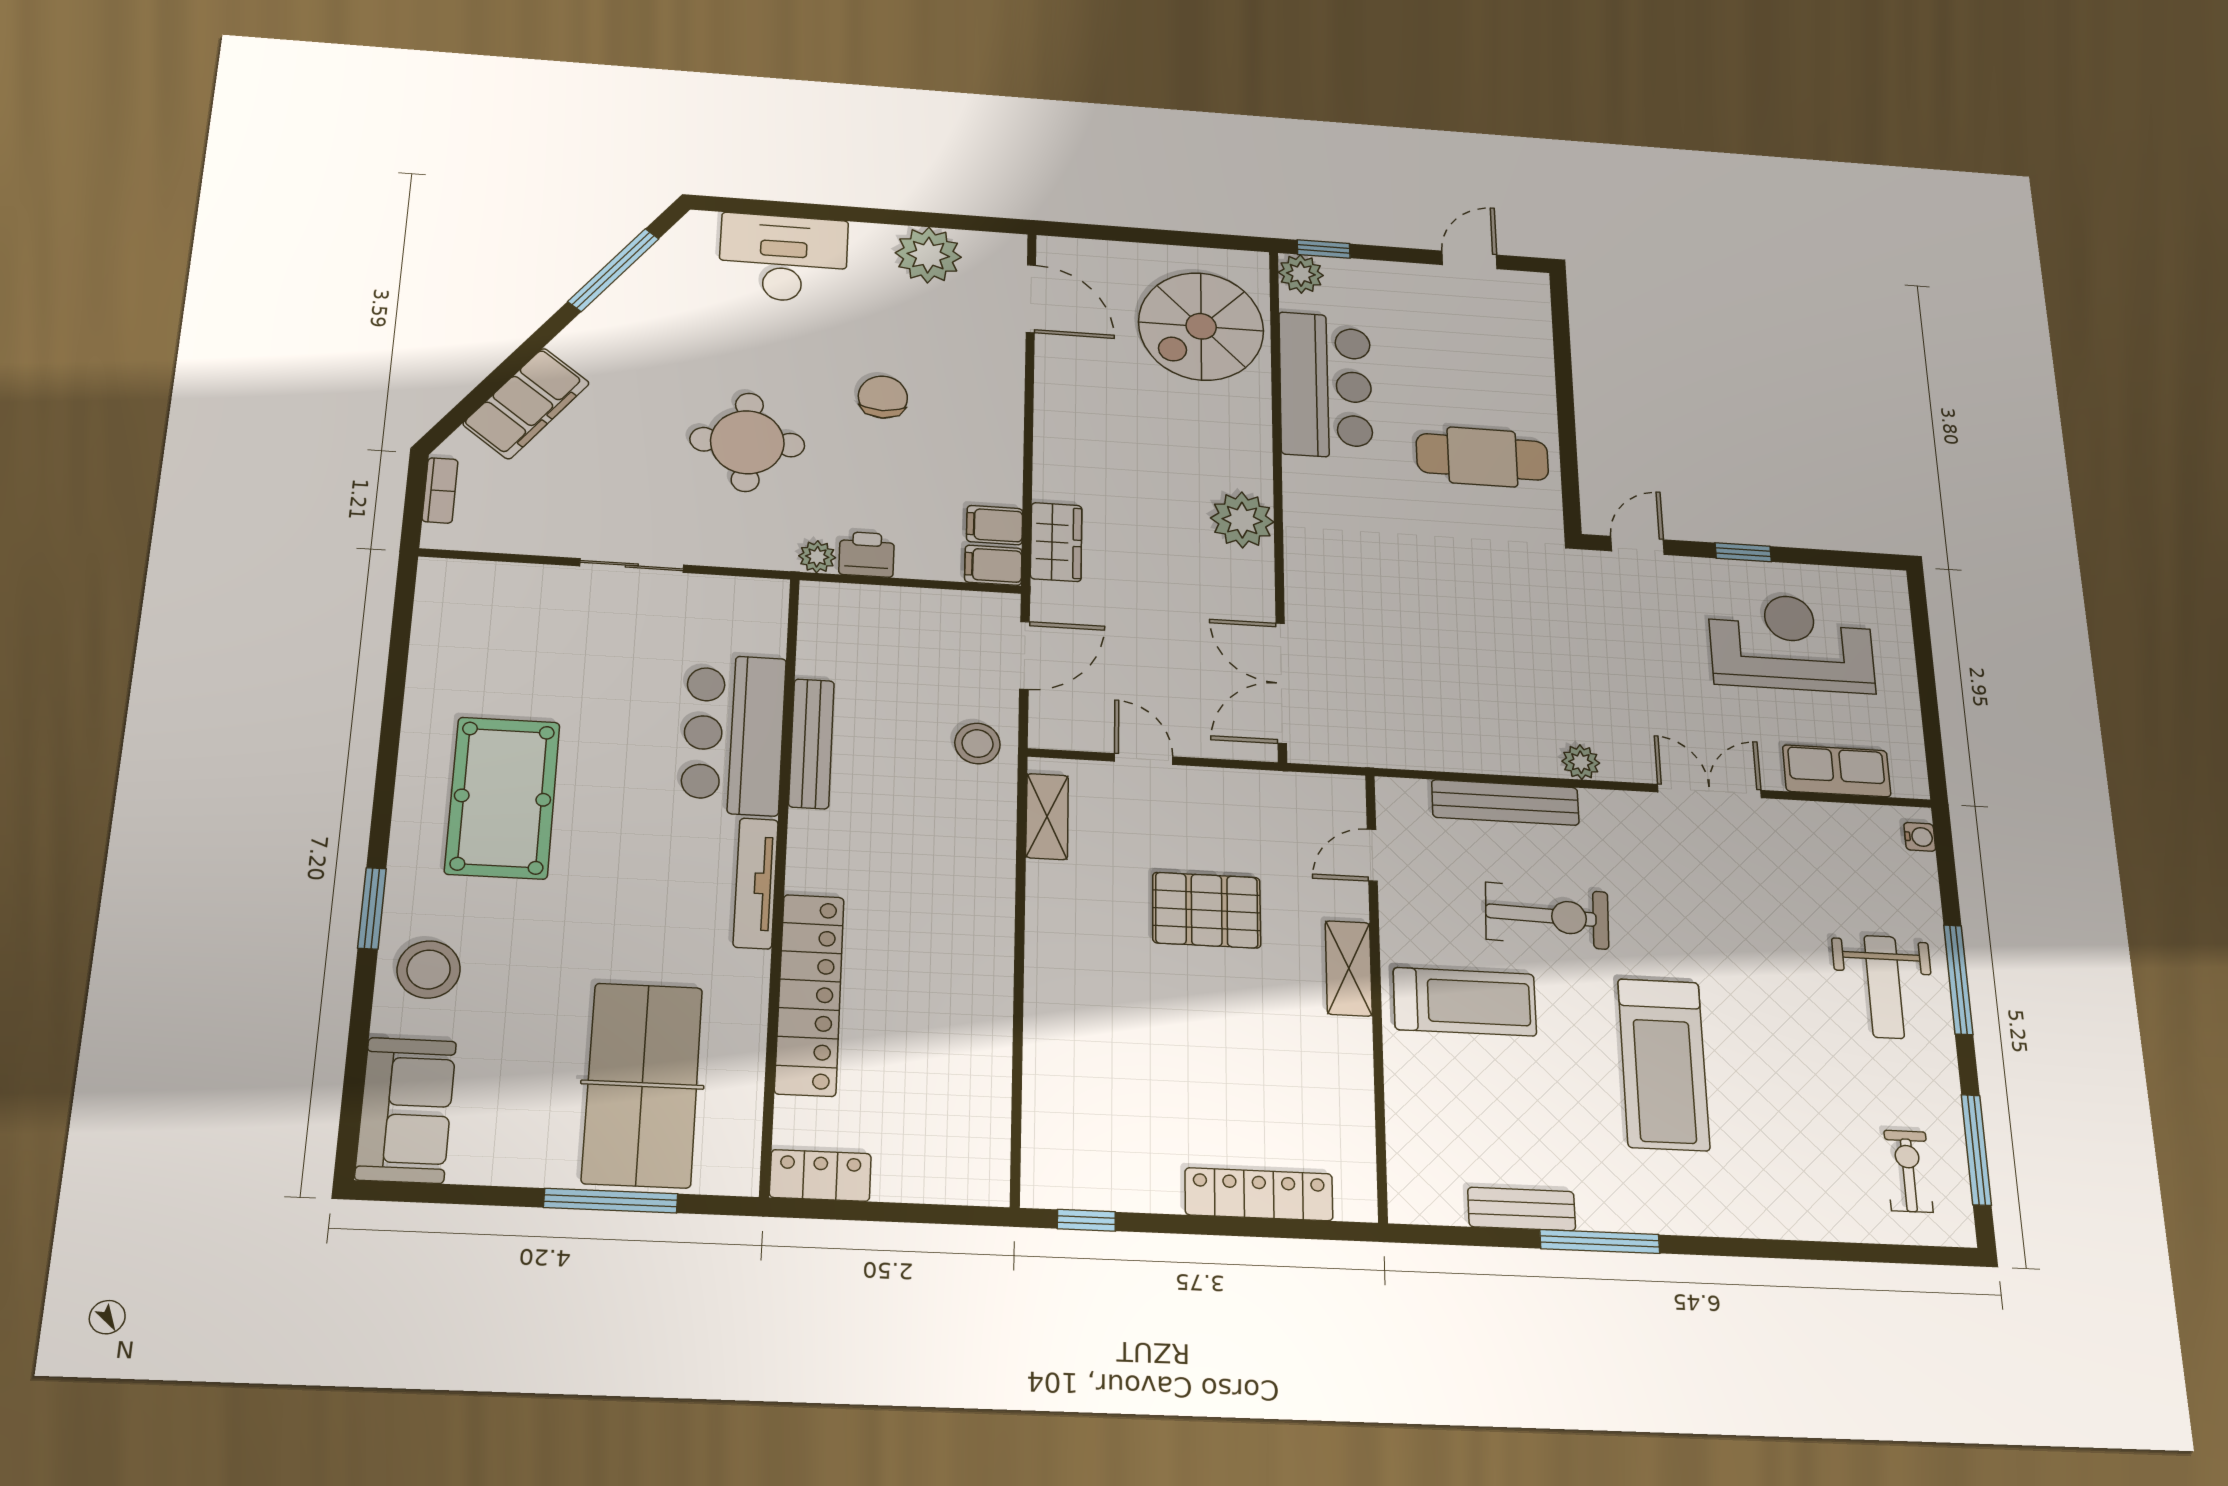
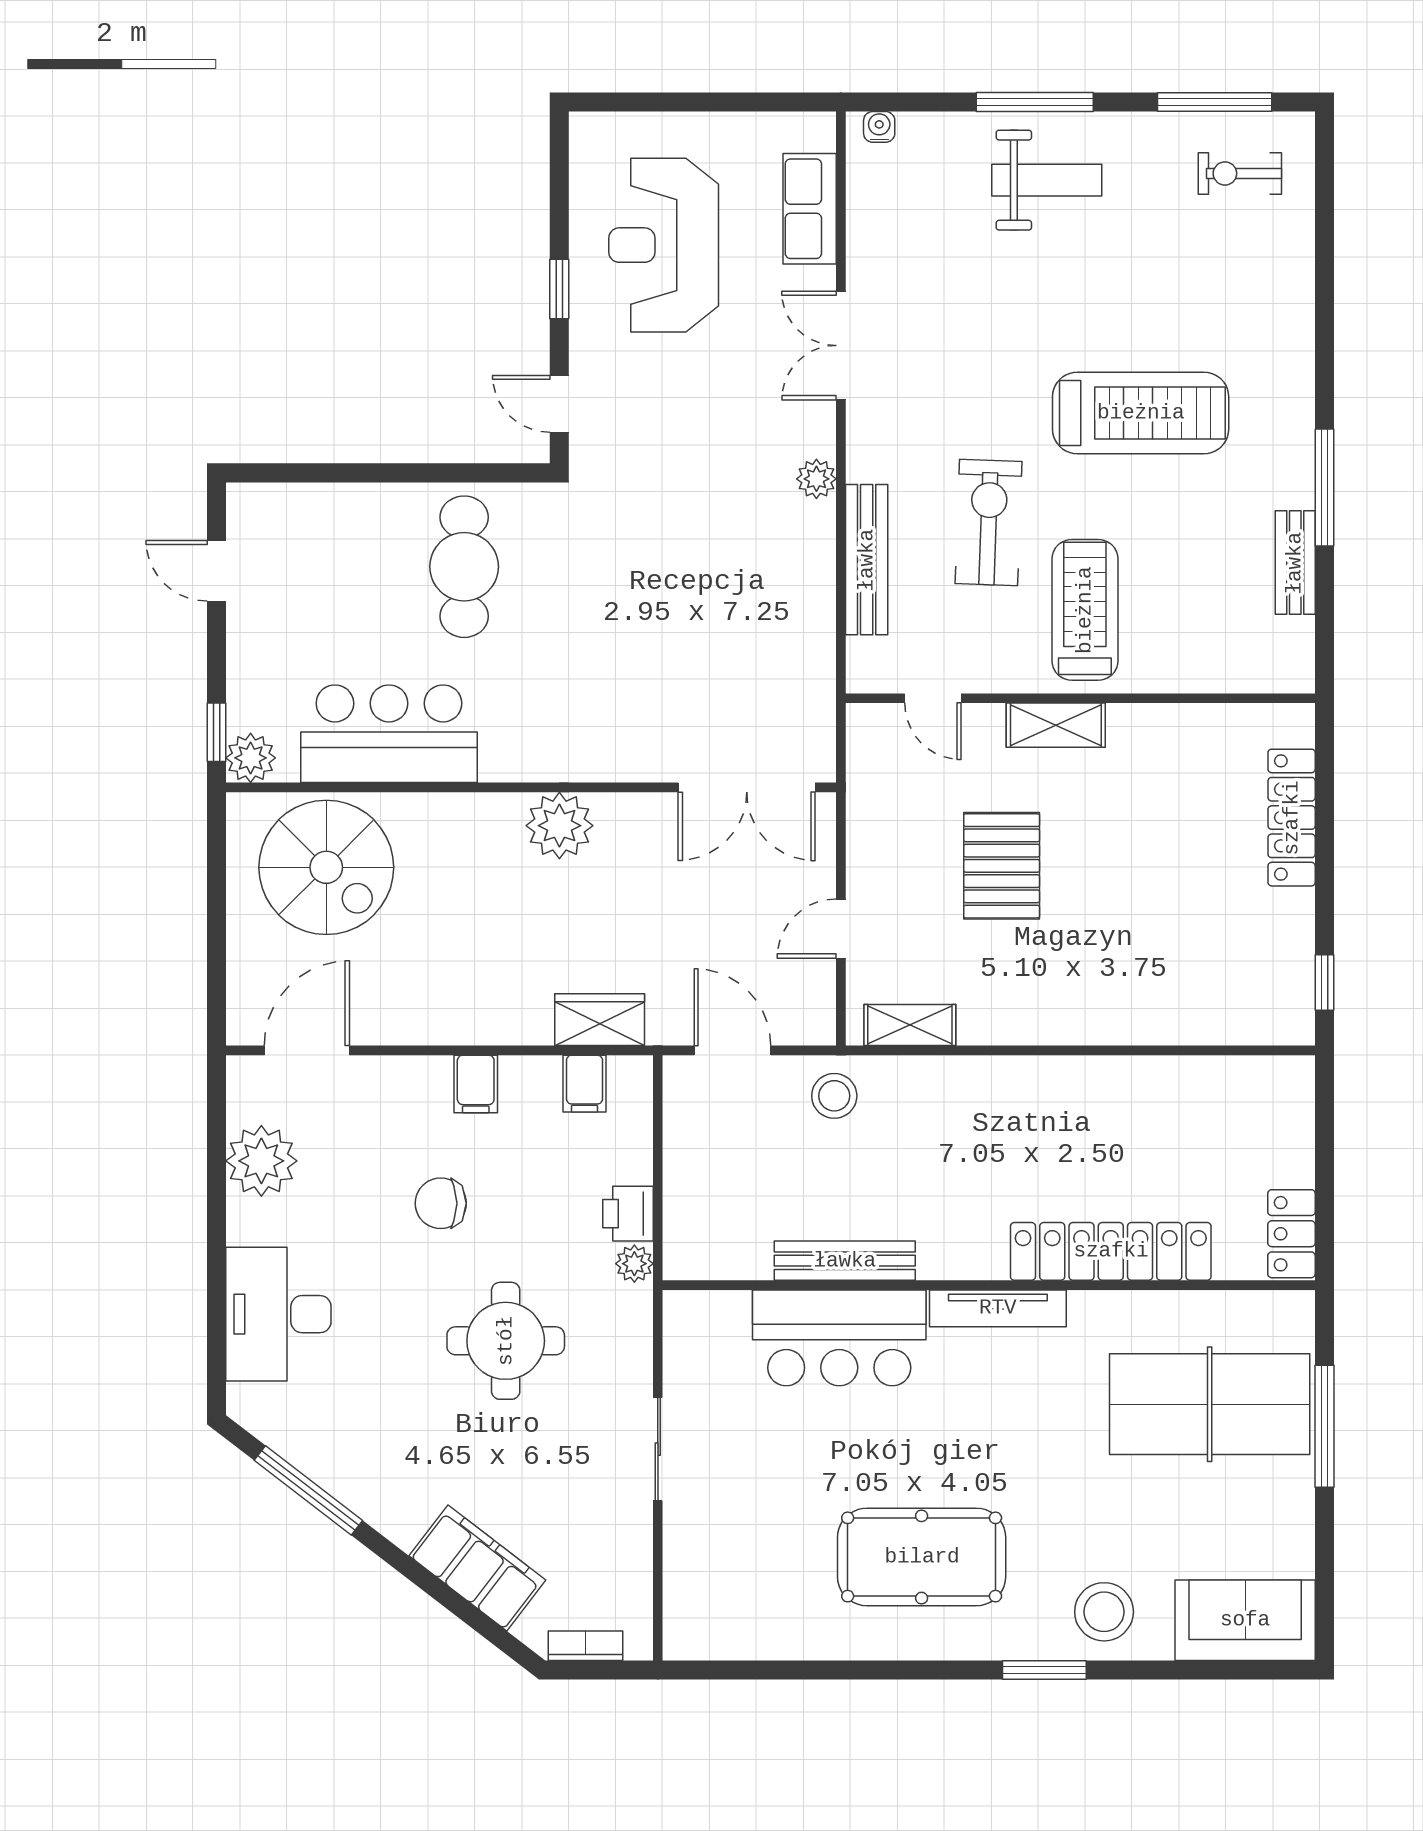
filing cabinet: (993, 565) -> (476, 1084), moved

